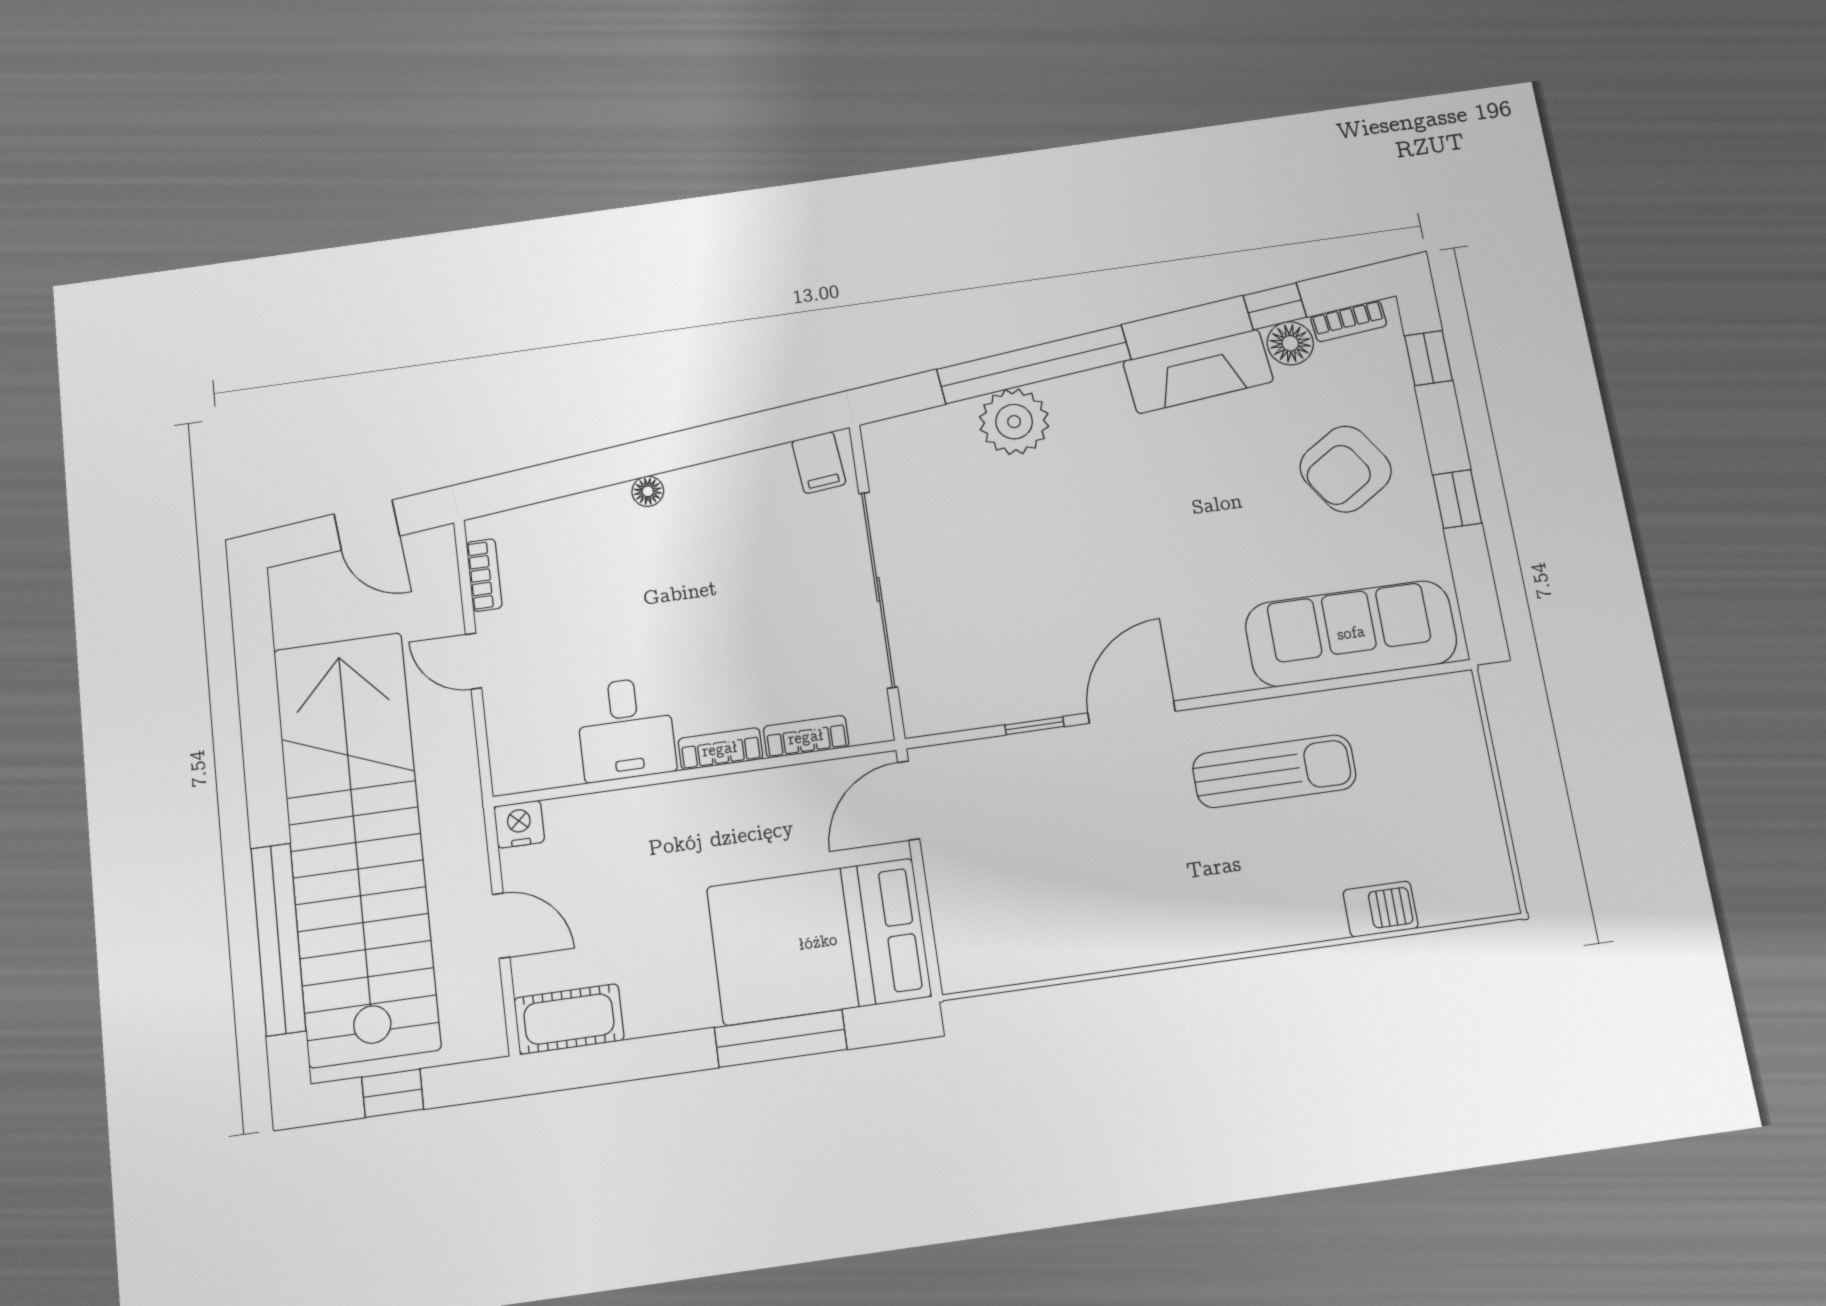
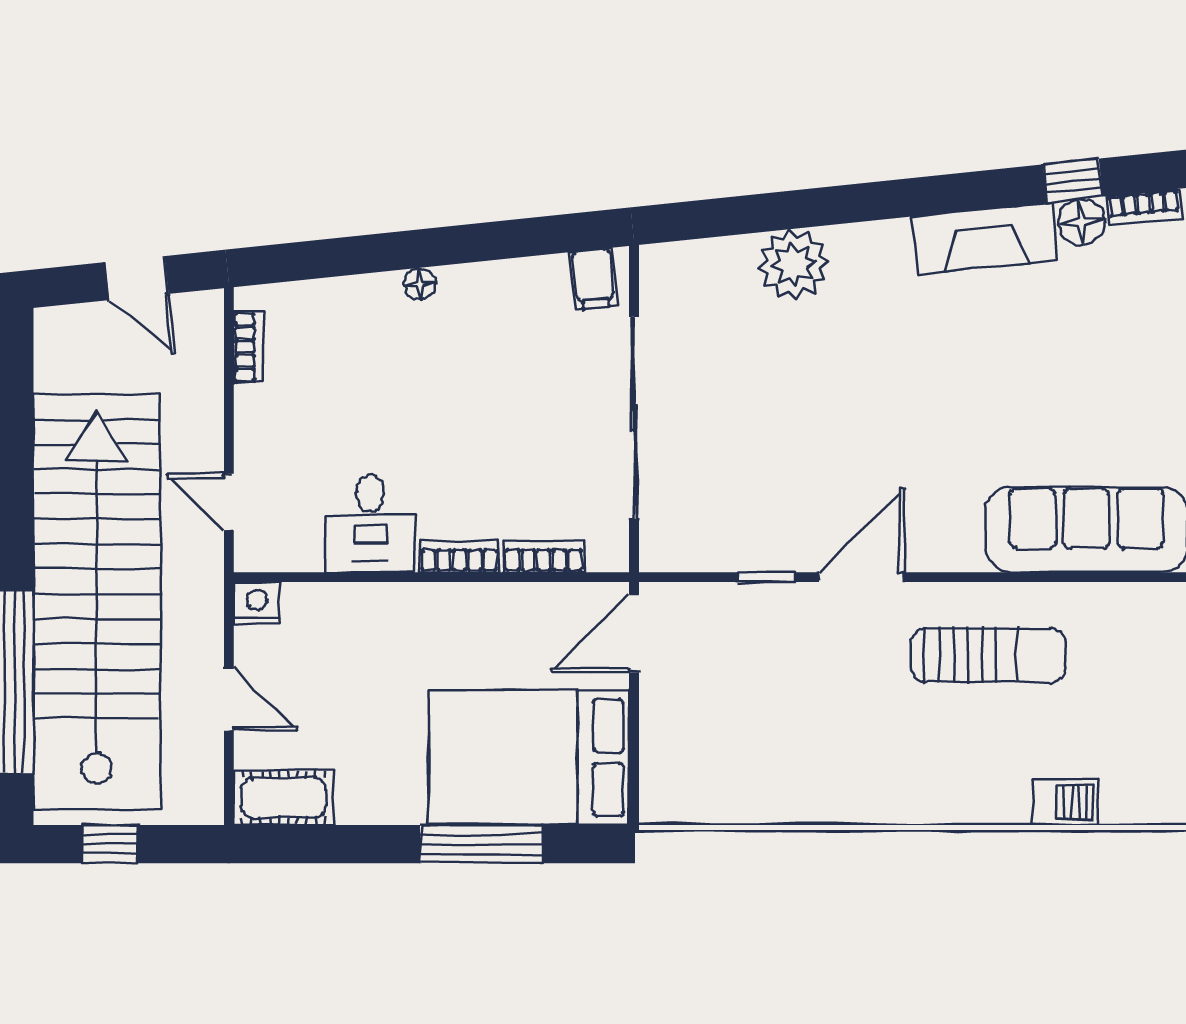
window: (1034, 364) -> (822, 207), removed
armchair: (1346, 469) -> (1112, 362), removed
door: (474, 661) -> (229, 502), moved

